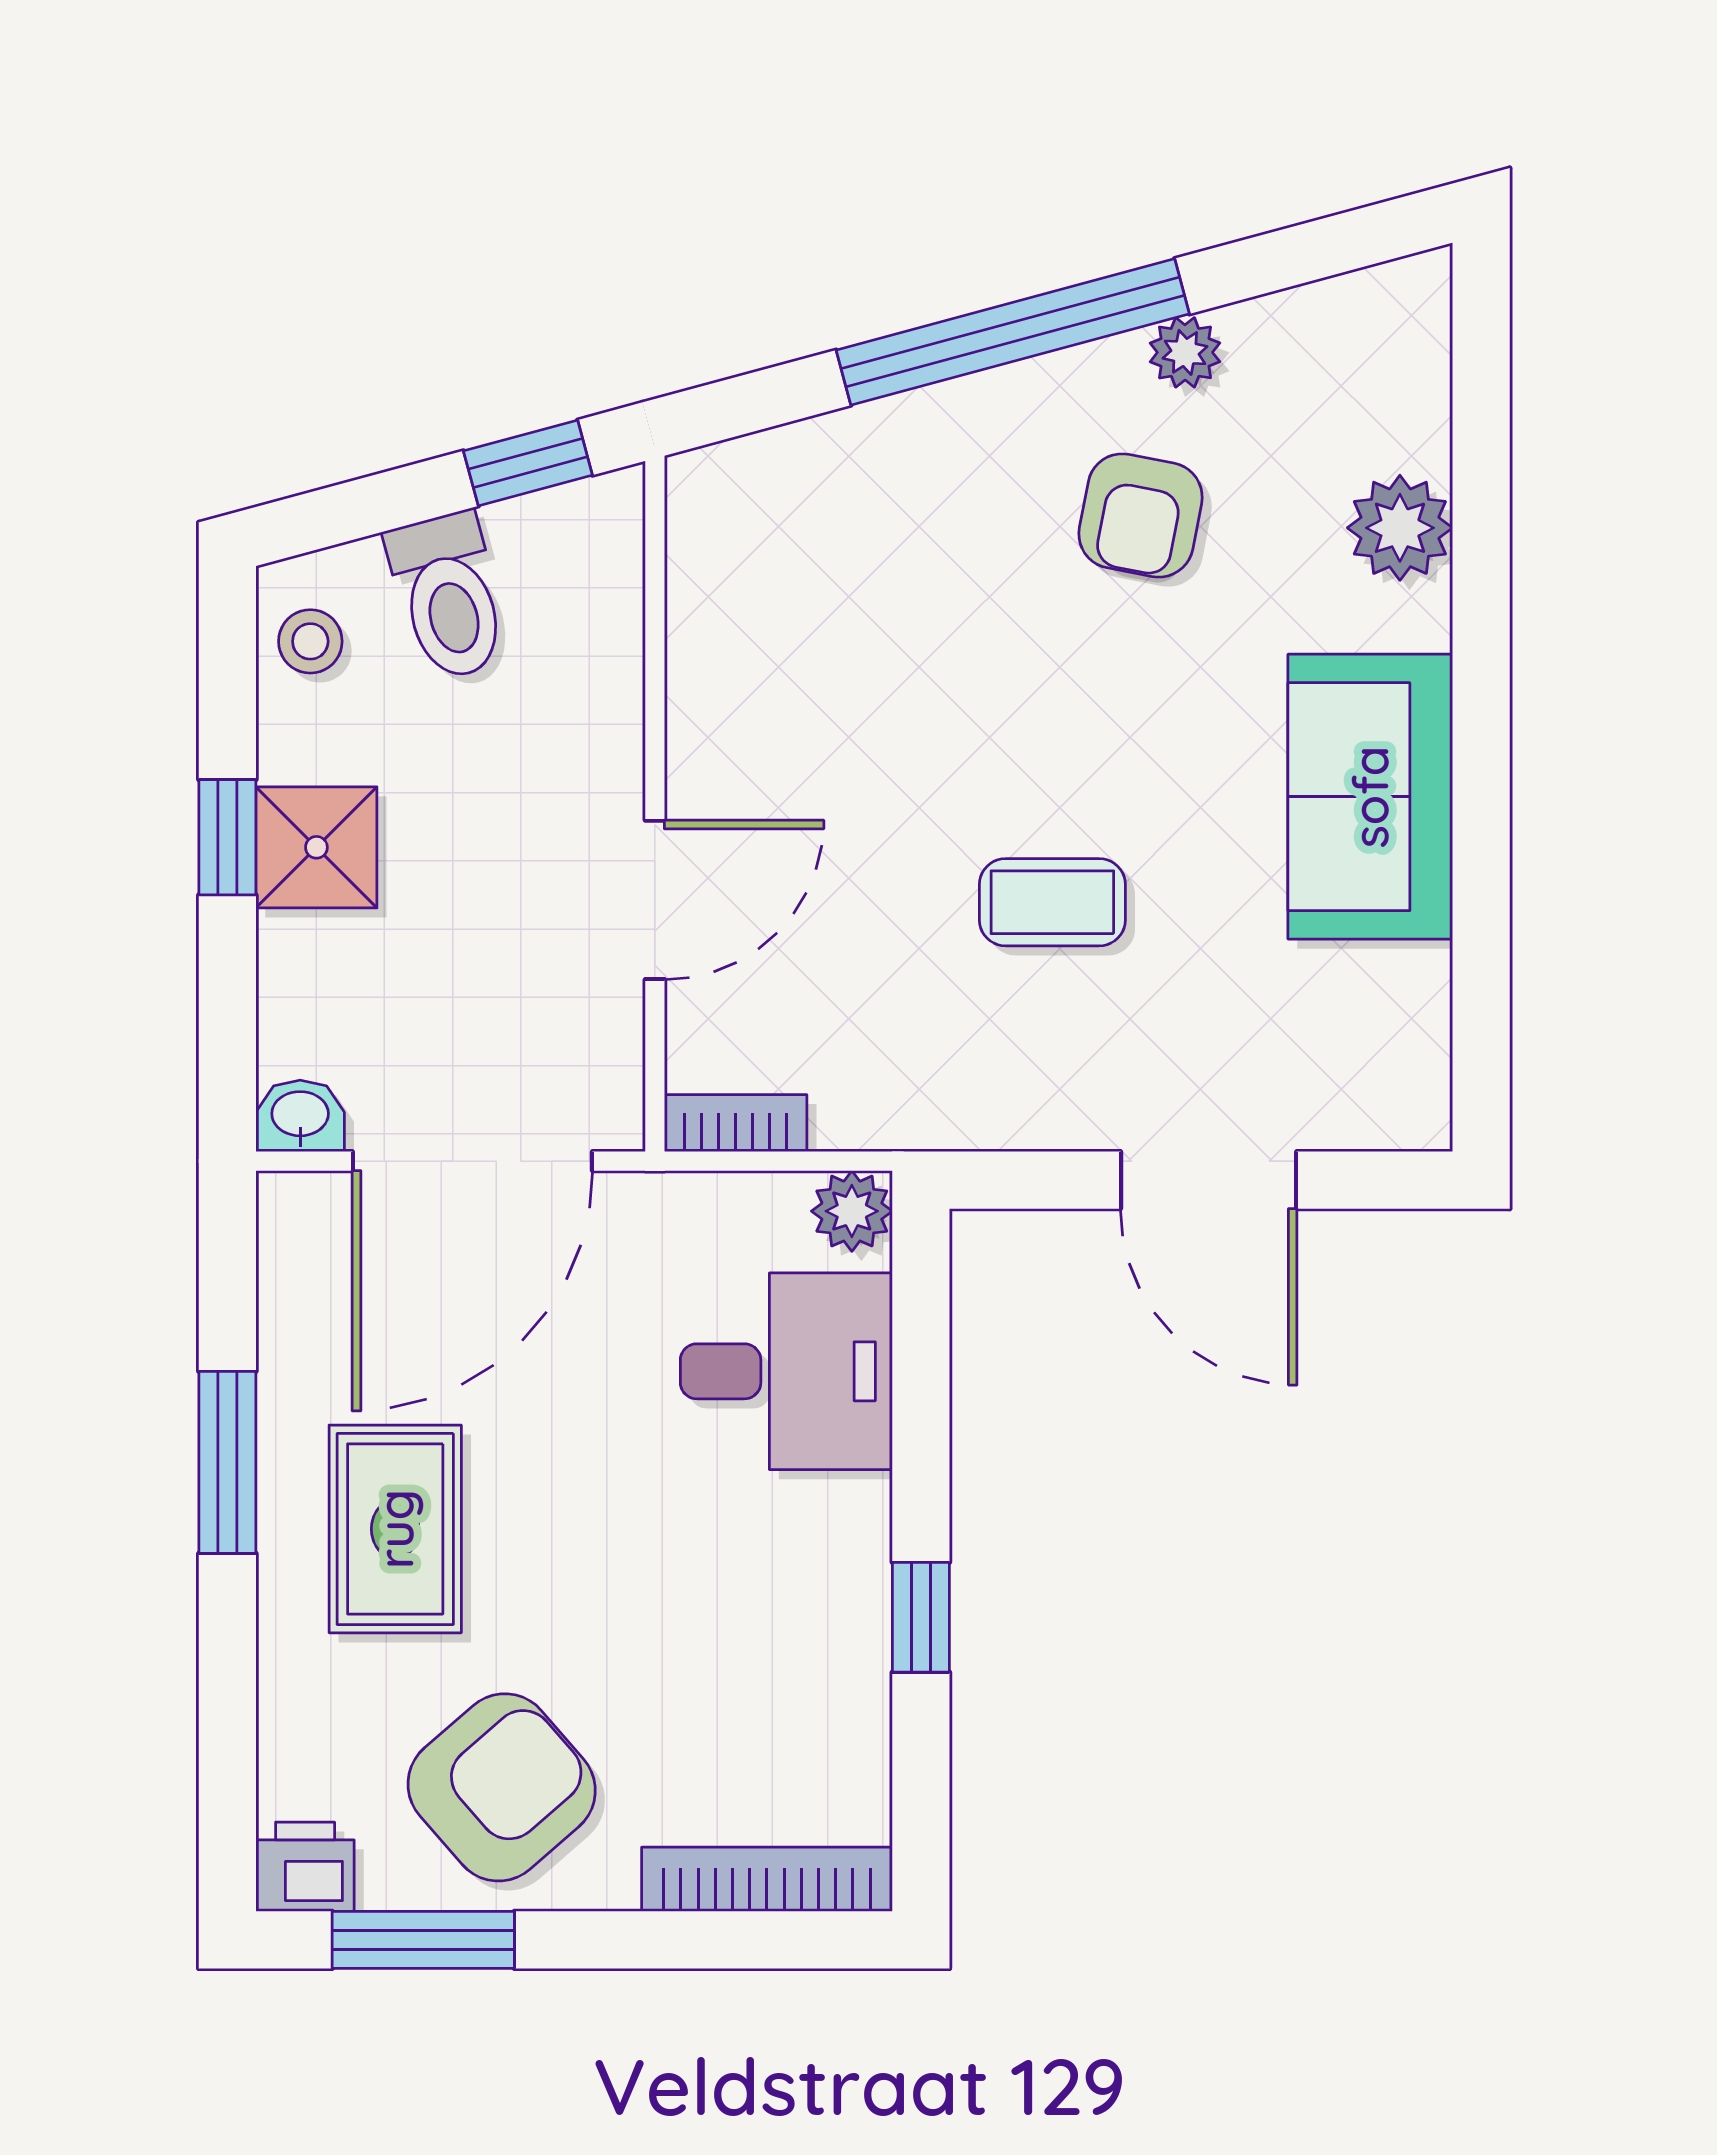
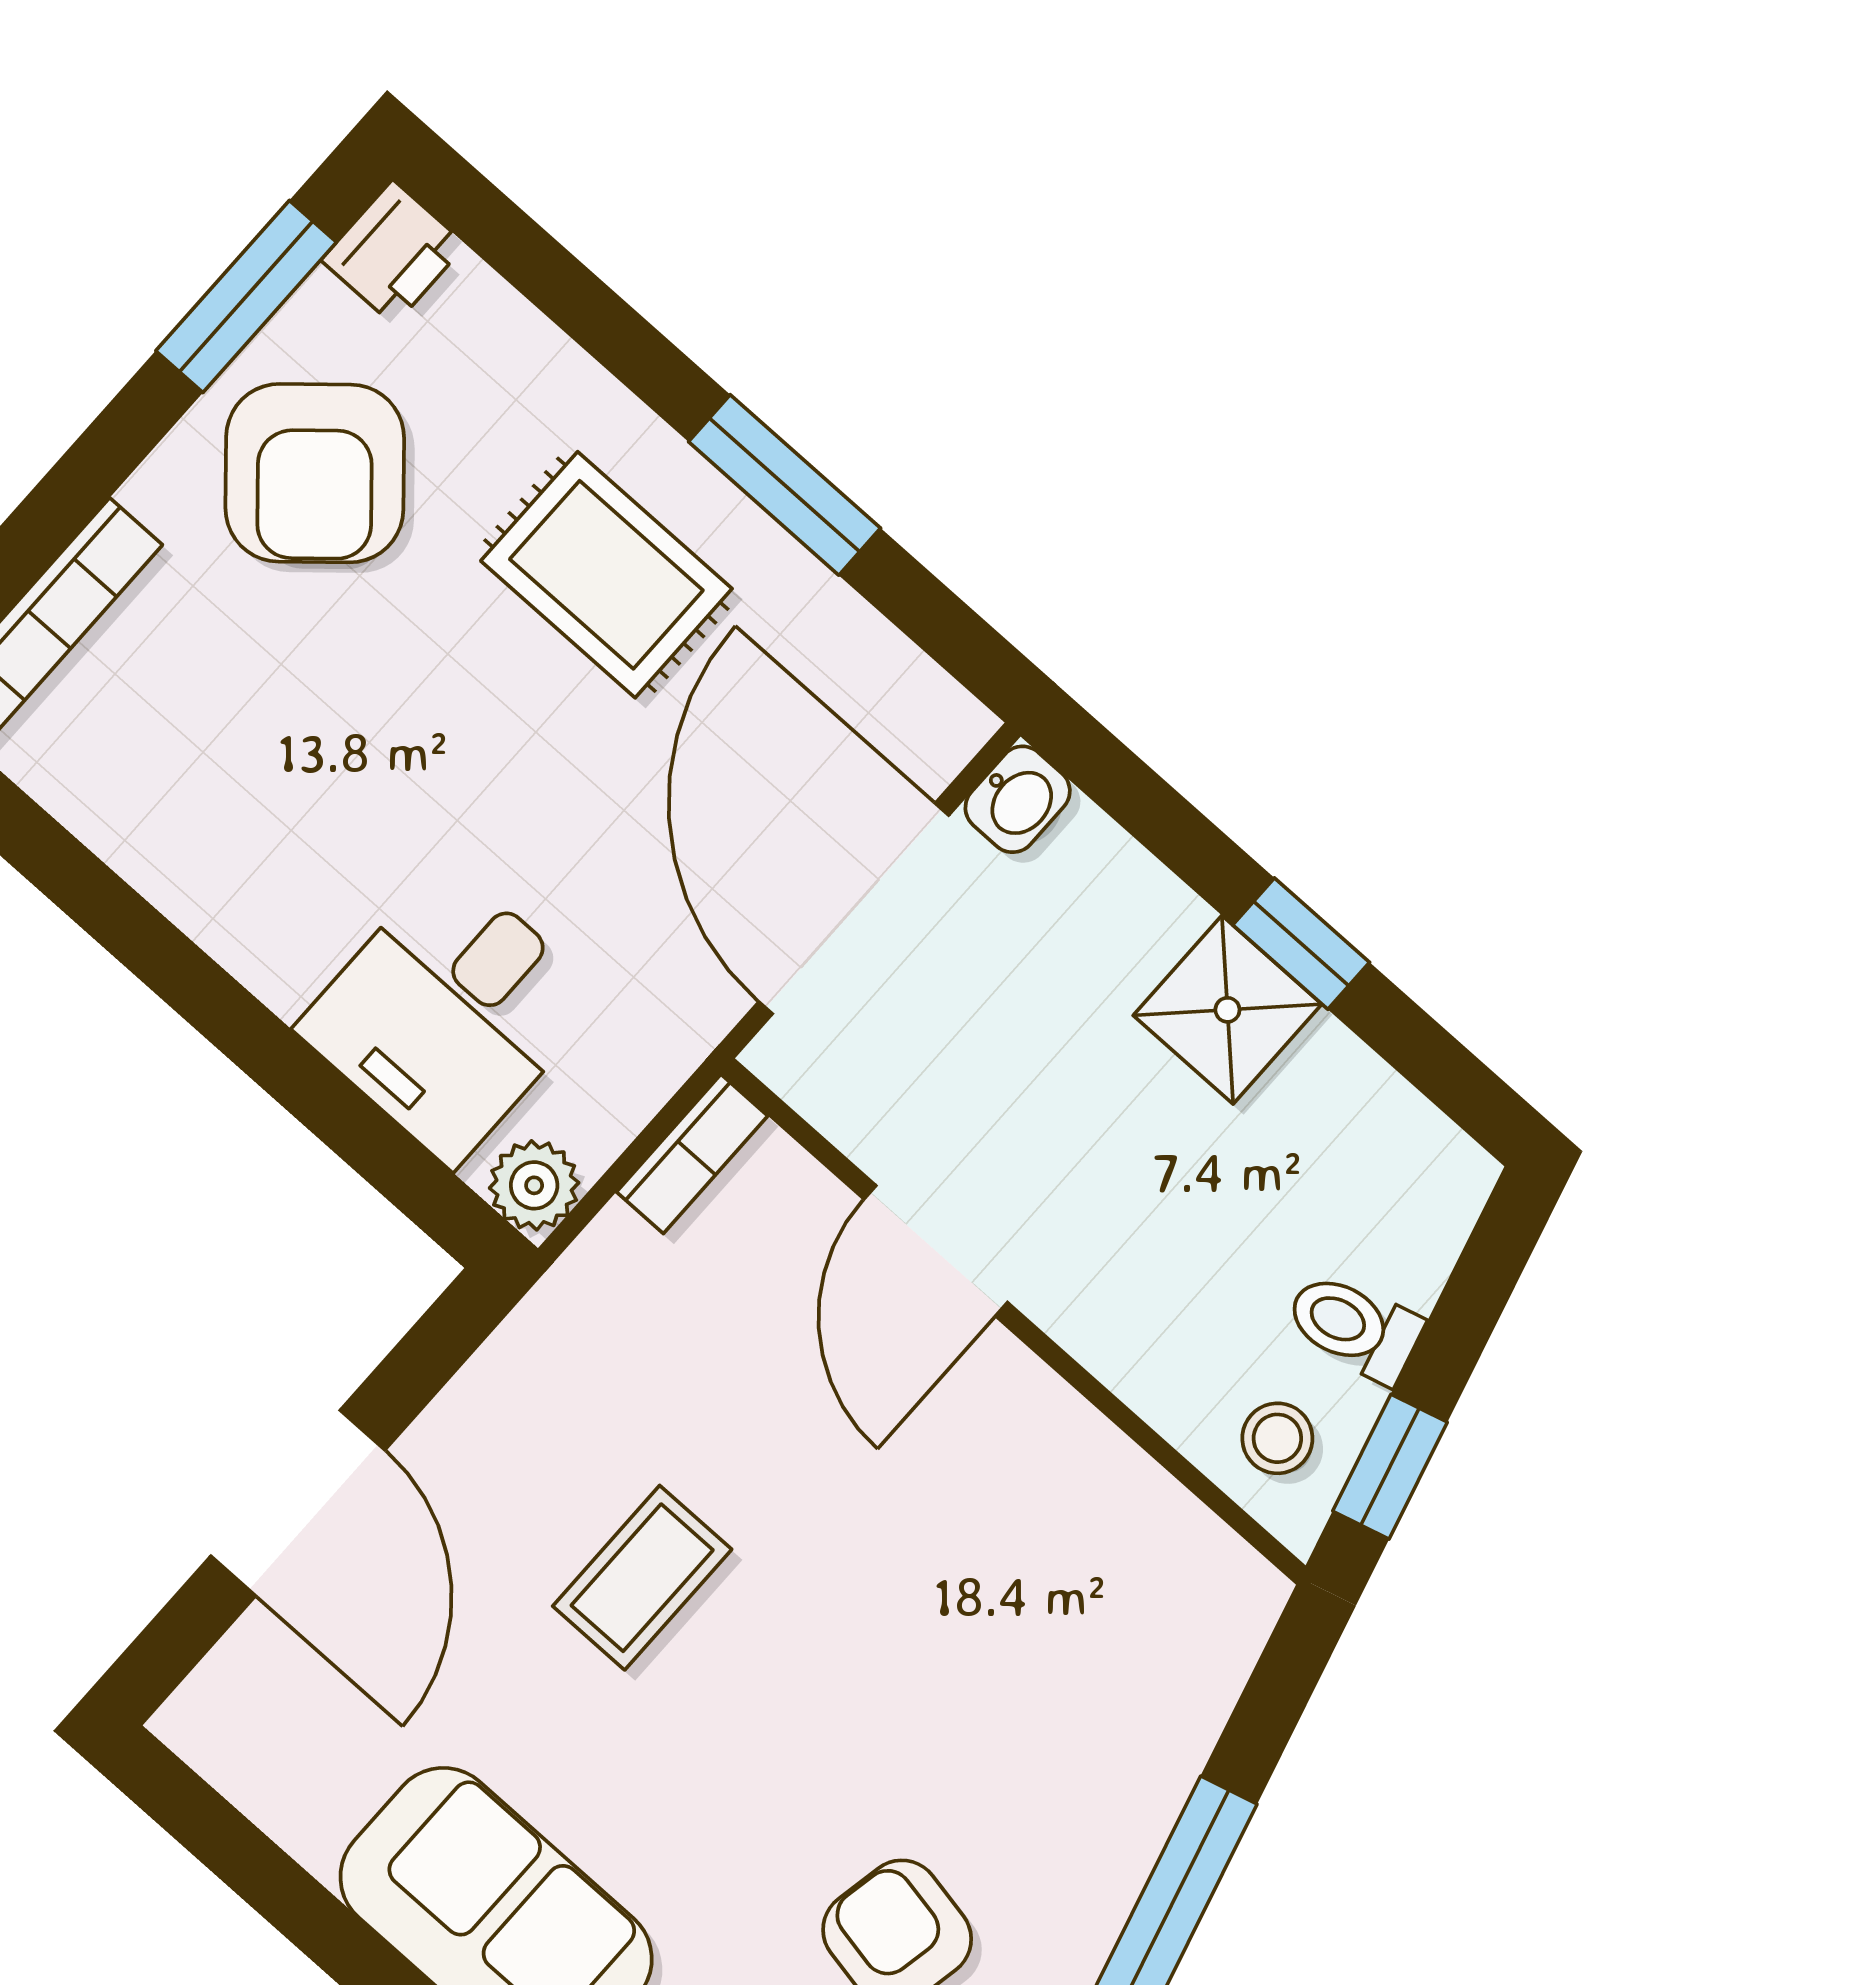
toilet: (448, 596) -> (1354, 1327), width x0.73, depth x0.72
stool: (310, 641) -> (1277, 1438), moved
door: (1209, 1180) -> (298, 1503), swing flipped
window: (921, 1617) -> (148, 944), removed

